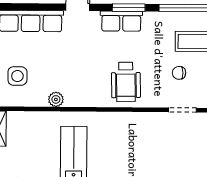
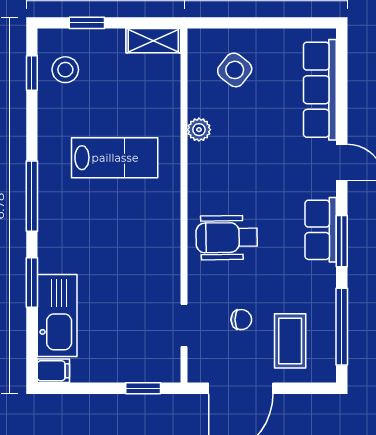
chair: (179, 73) -> (241, 320), turned 90
side table: (17, 76) -> (235, 70), turned 38

